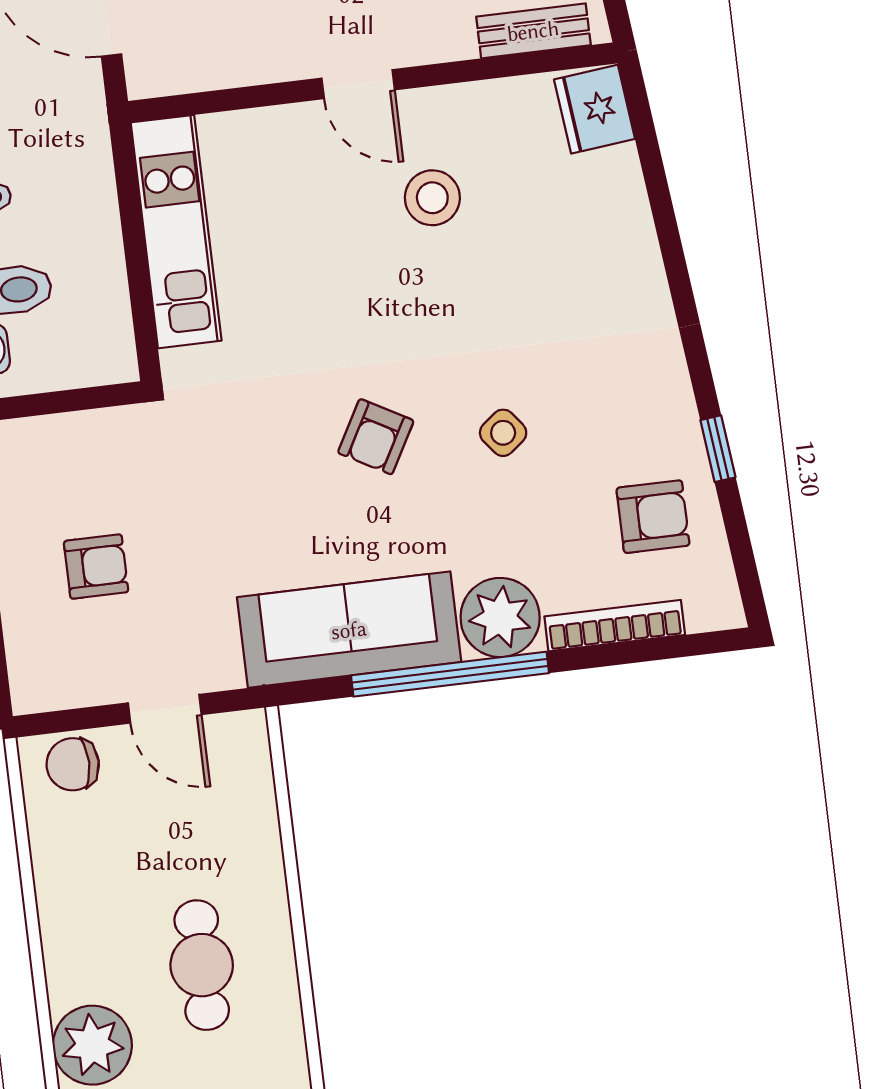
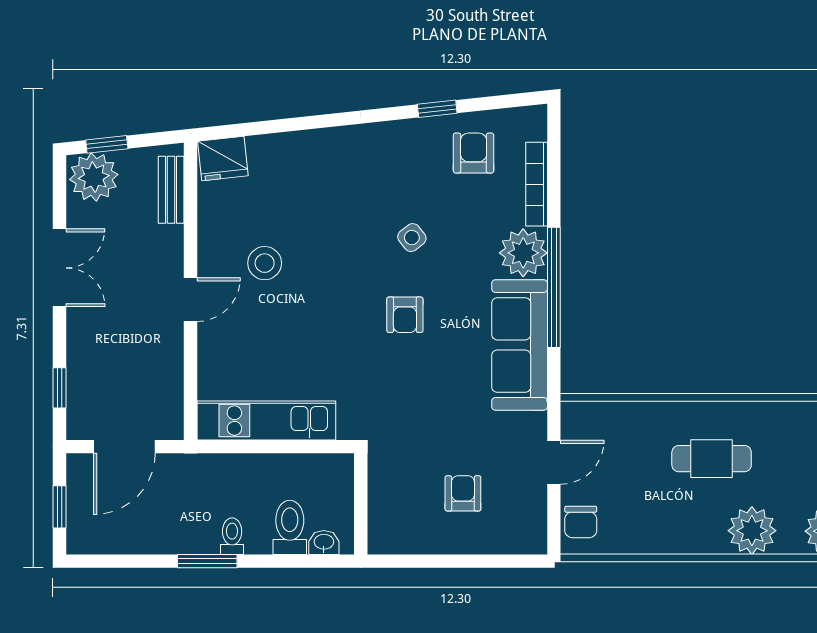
armchair: (376, 437) -> (405, 315), turned 61

